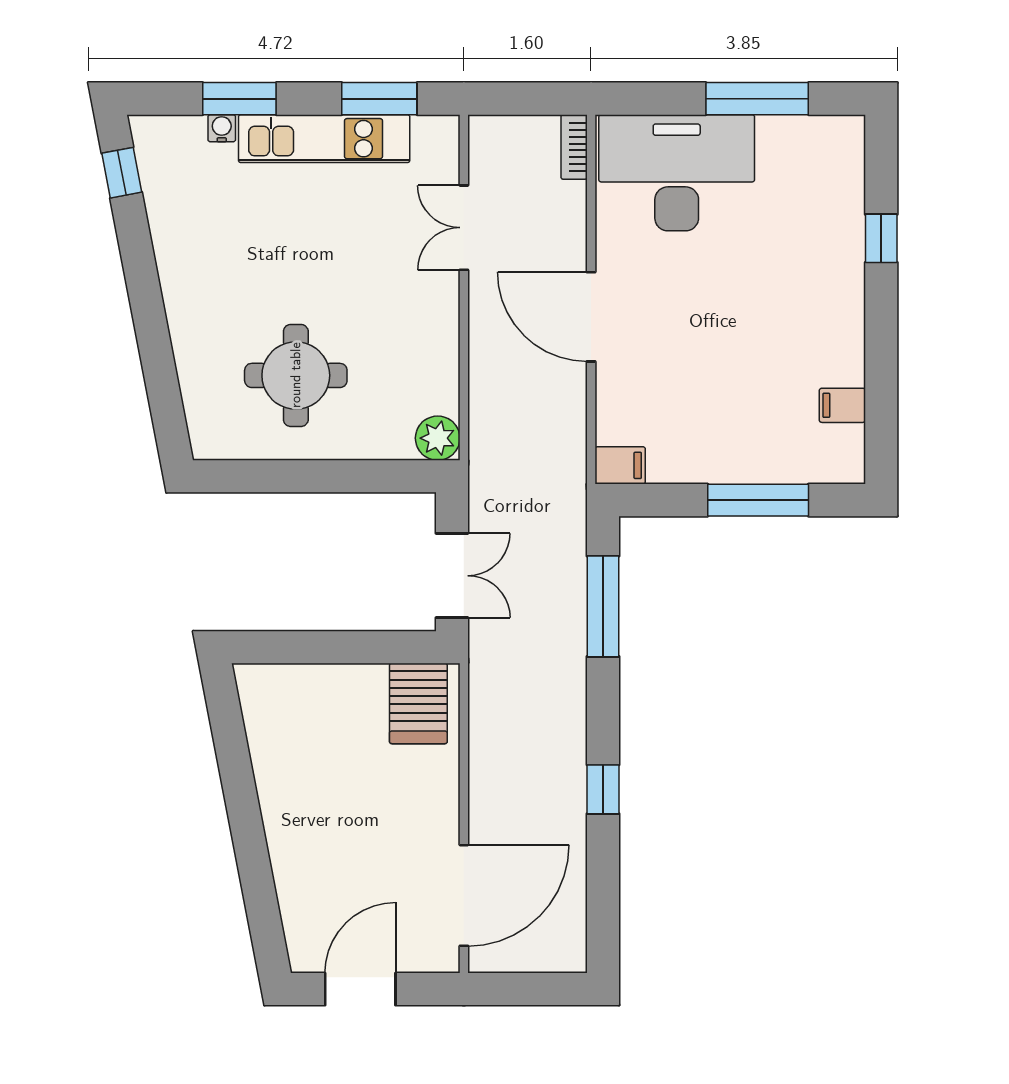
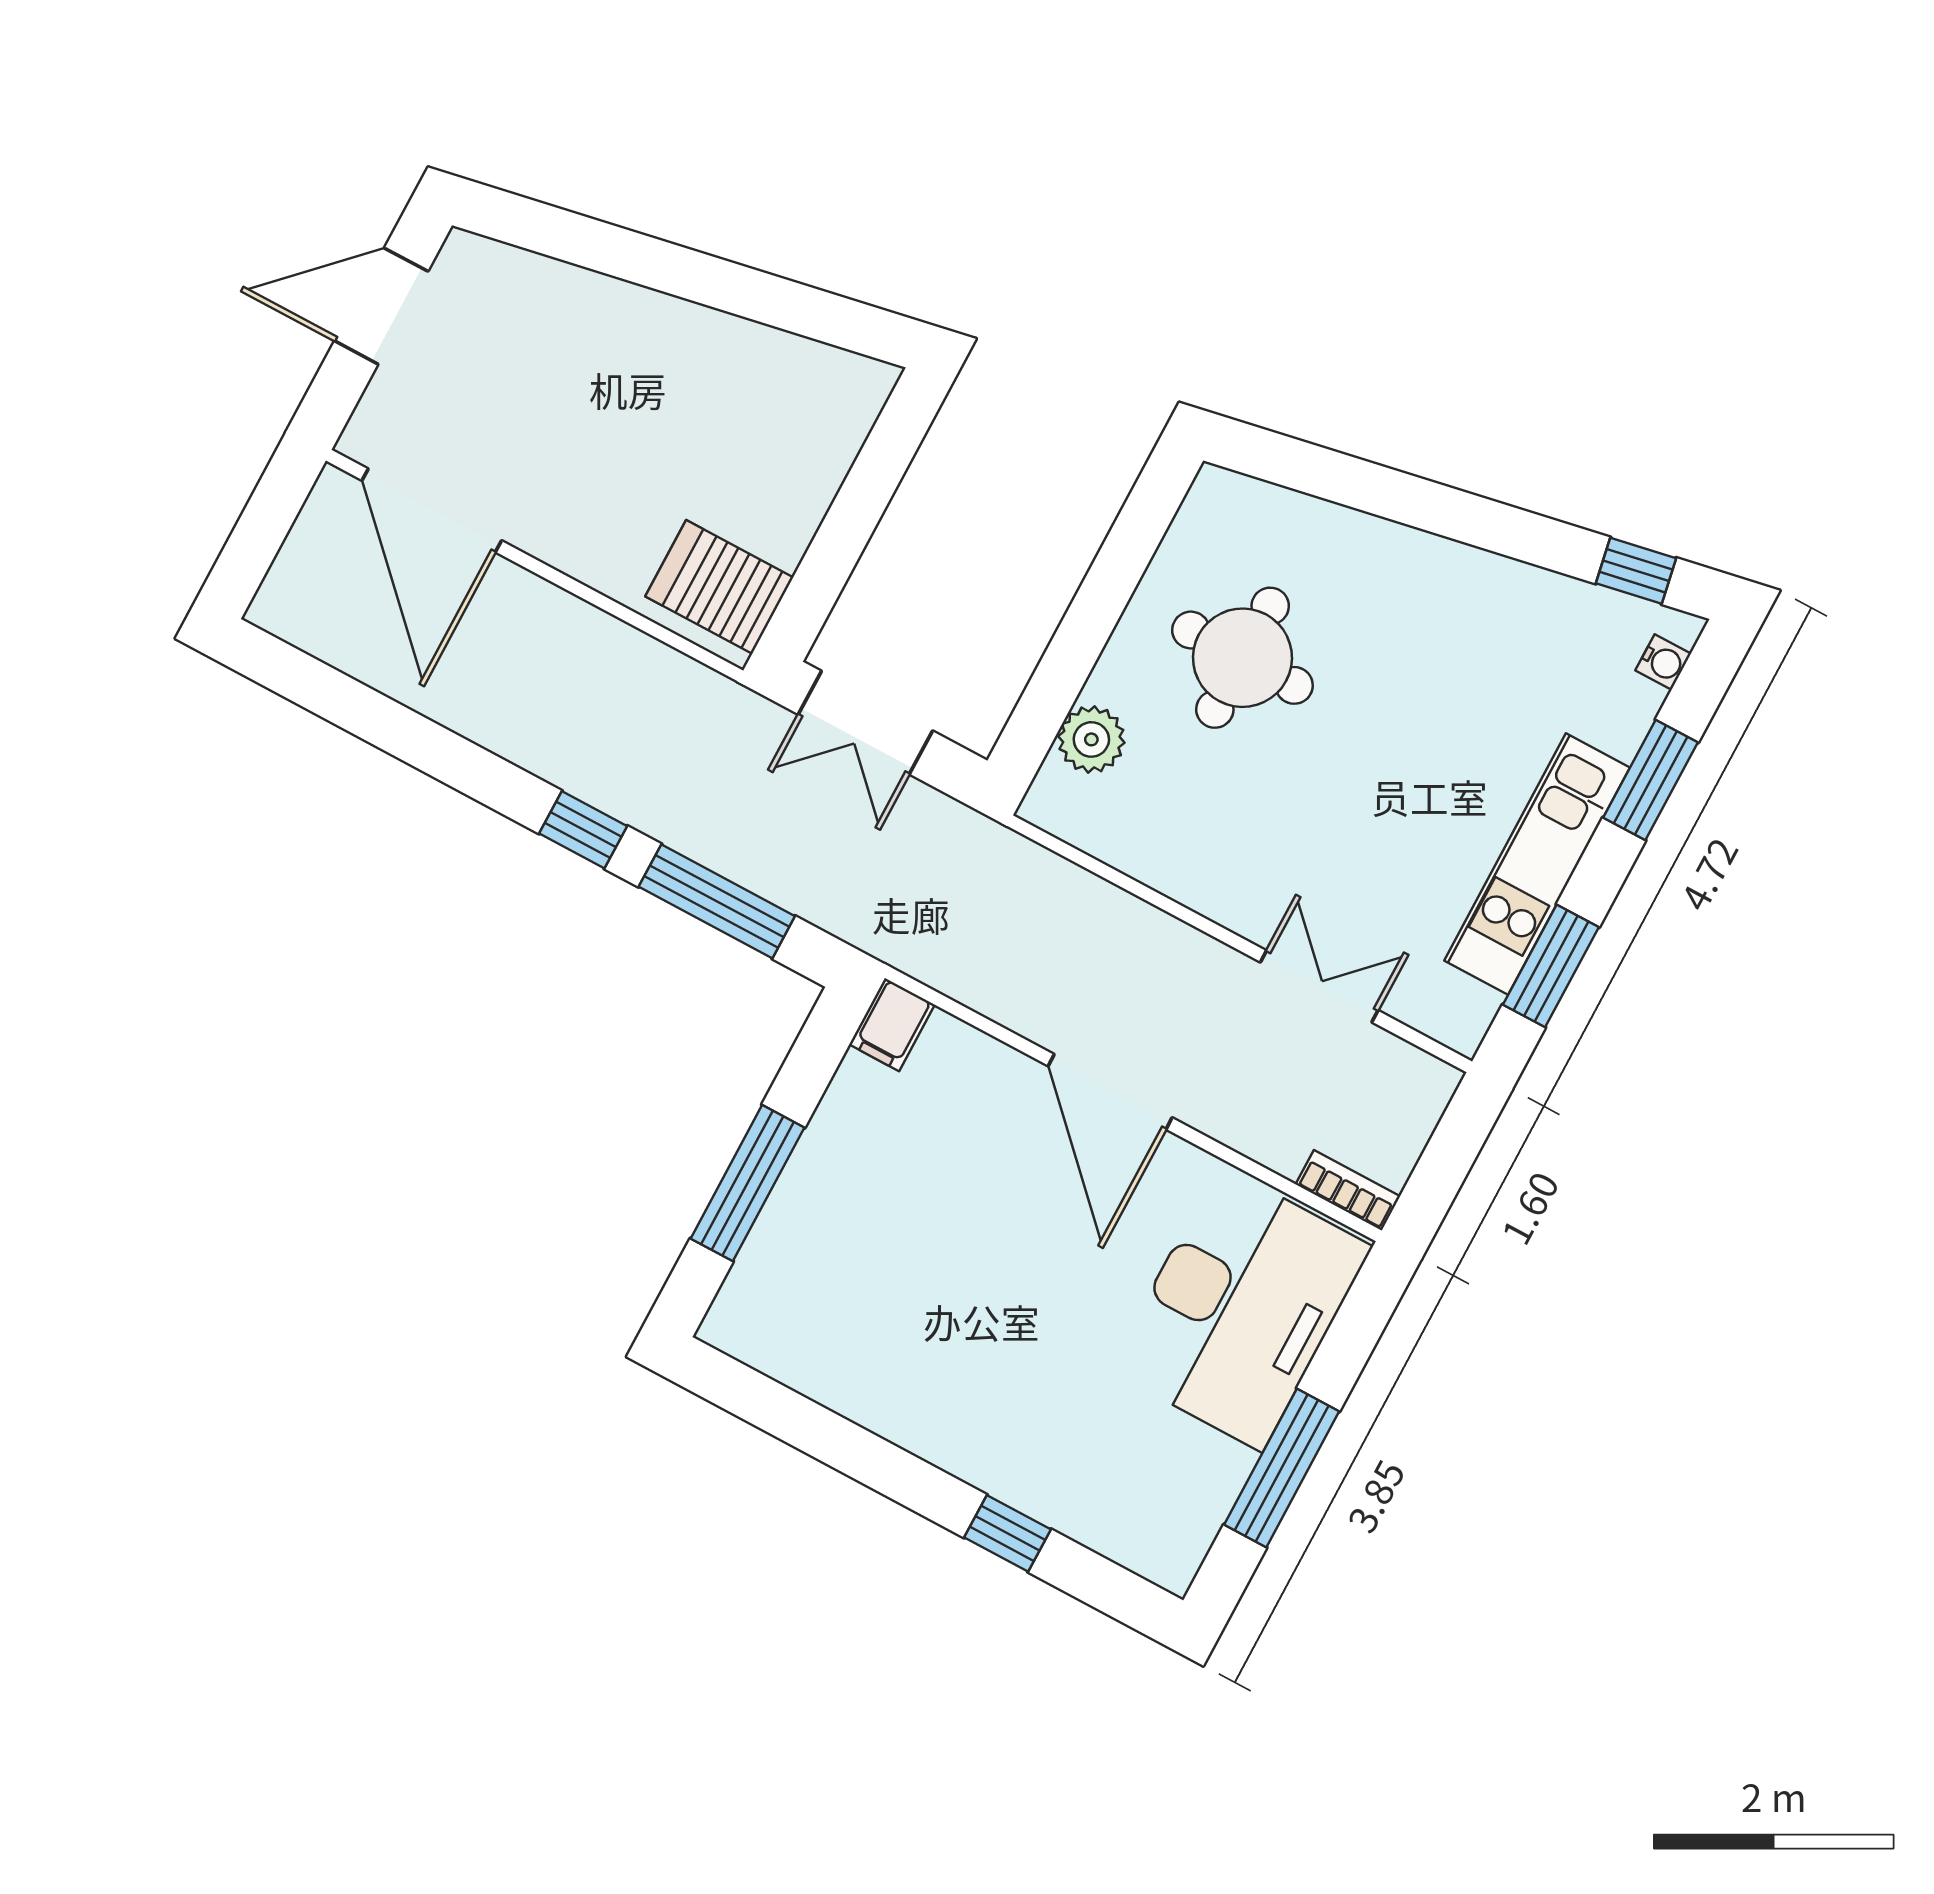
water cooler: (222, 128) -> (1663, 662), moved
door: (591, 317) -> (1110, 1092), swing flipped
filing cabinet: (842, 405) -> (813, 1363), removed
plant: (438, 438) -> (1091, 739), moved
window: (603, 789) -> (583, 830), moved
door: (360, 989) -> (381, 306), swing flipped

